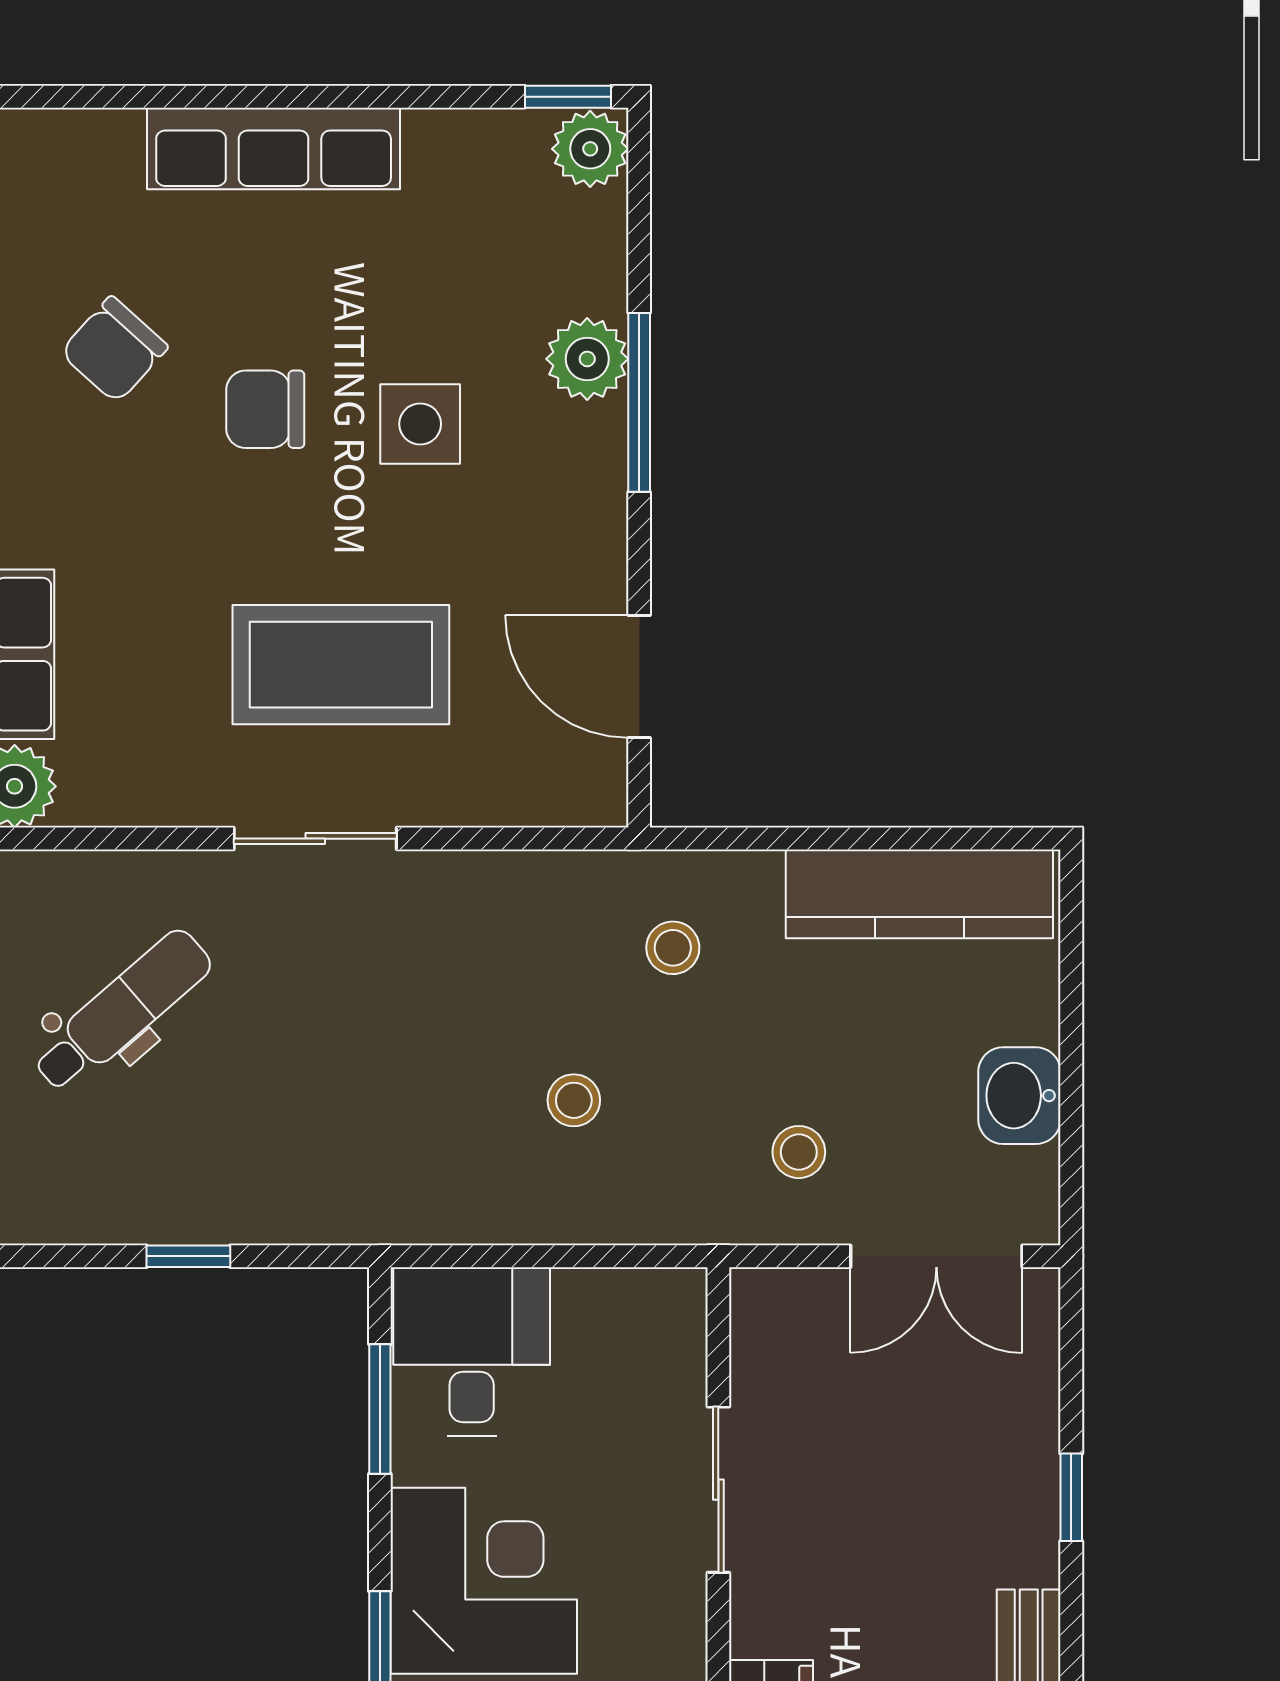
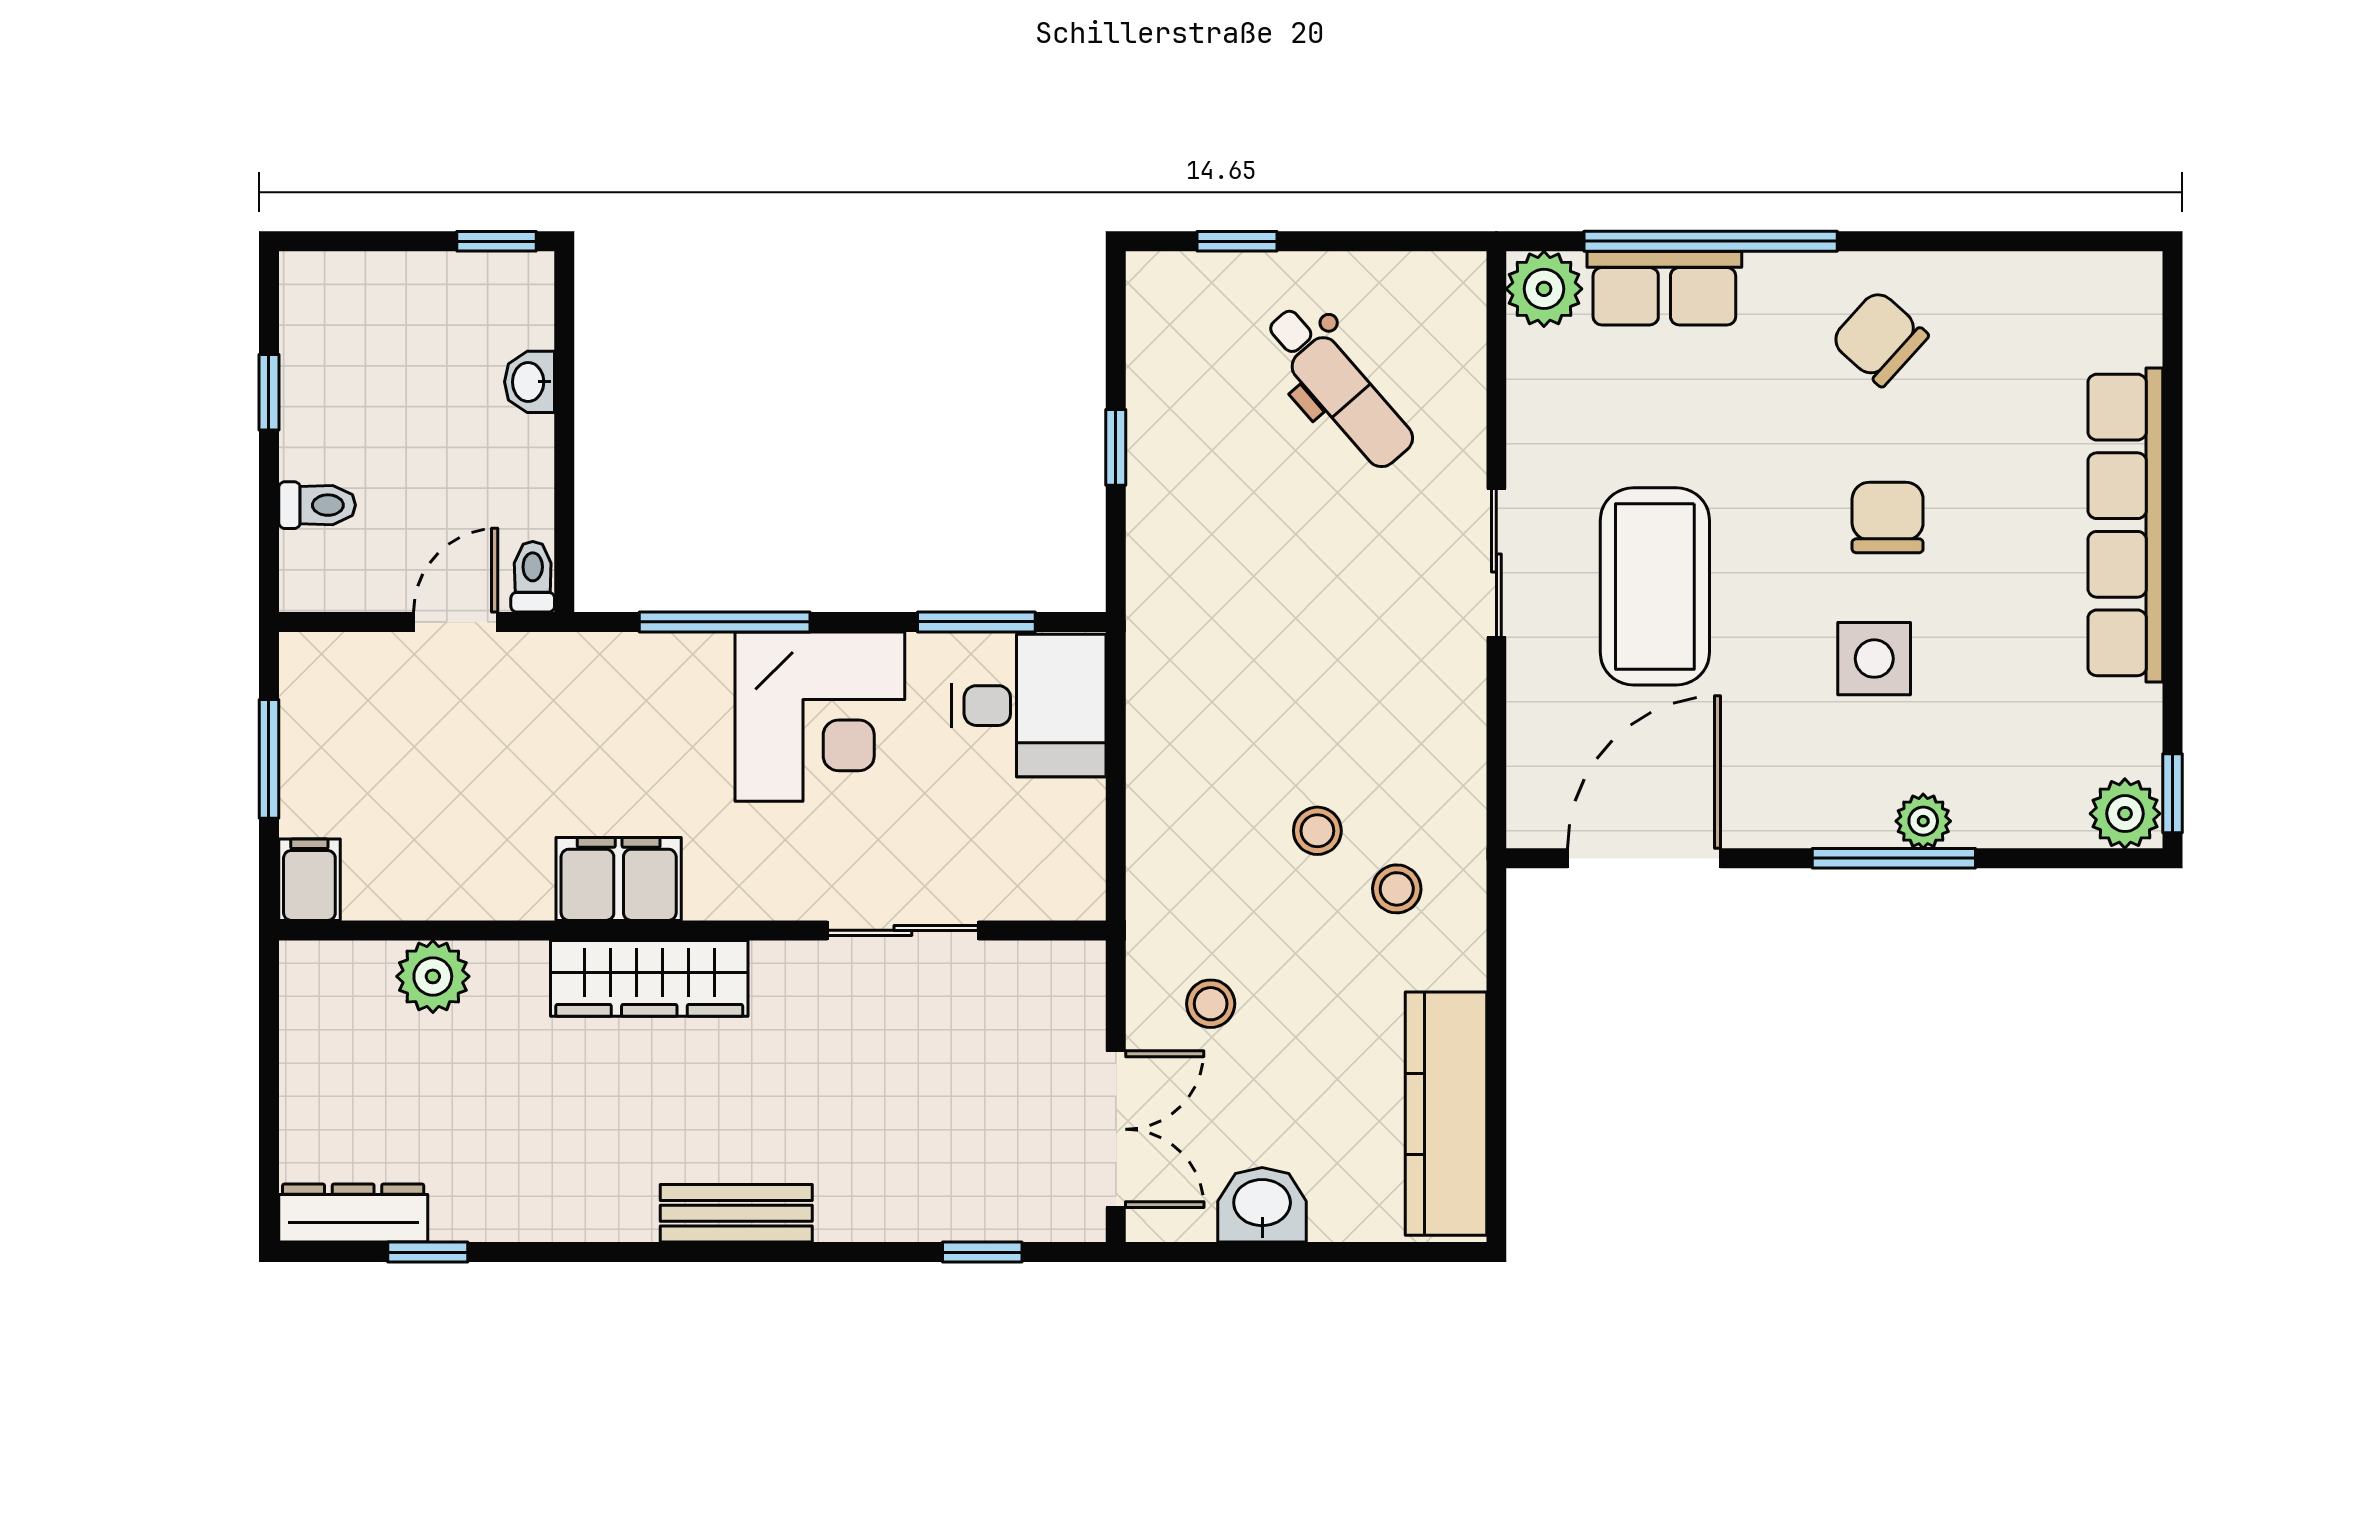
row of seats: (274, 148) -> (2125, 525), width x1.36
chair: (114, 350) -> (1879, 338), moved
plant: (587, 359) -> (1923, 821), width x0.73, depth x0.73
door: (639, 677) -> (1644, 858), width x1.36
stool: (574, 1100) -> (1317, 831), moved
double door: (936, 1256) -> (1116, 1129), swing flipped
window: (1071, 1497) -> (982, 1252), moved

